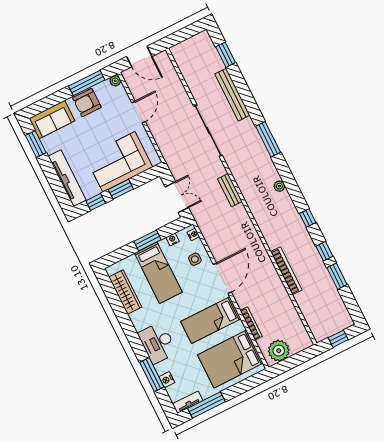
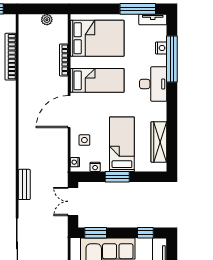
window: (121, 189) -> (96, 233), moved
bookcase: (286, 271) -> (10, 57), moved
plant: (279, 351) -> (47, 20), width x0.53, depth x0.53
window: (152, 375) -> (172, 59), width x1.46

